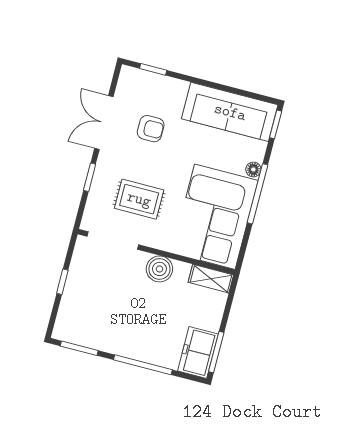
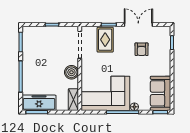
sofa: (230, 112) -> (161, 93), width x0.73
rug: (139, 199) -> (105, 40), moved
freezer: (198, 352) -> (39, 103), width x1.40

